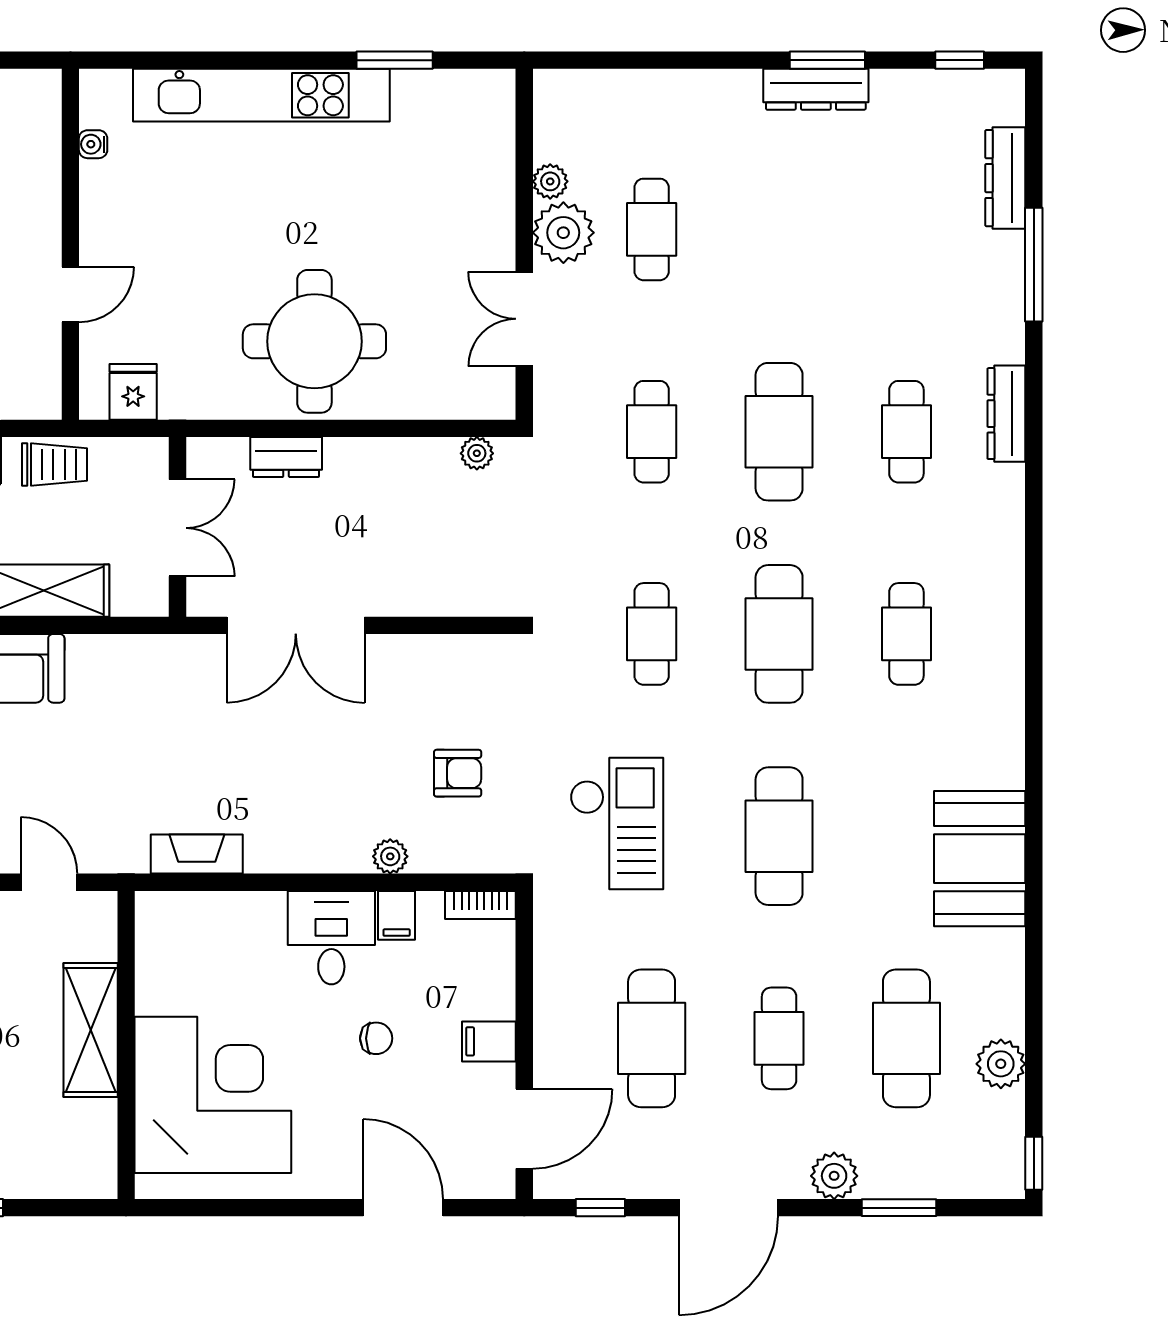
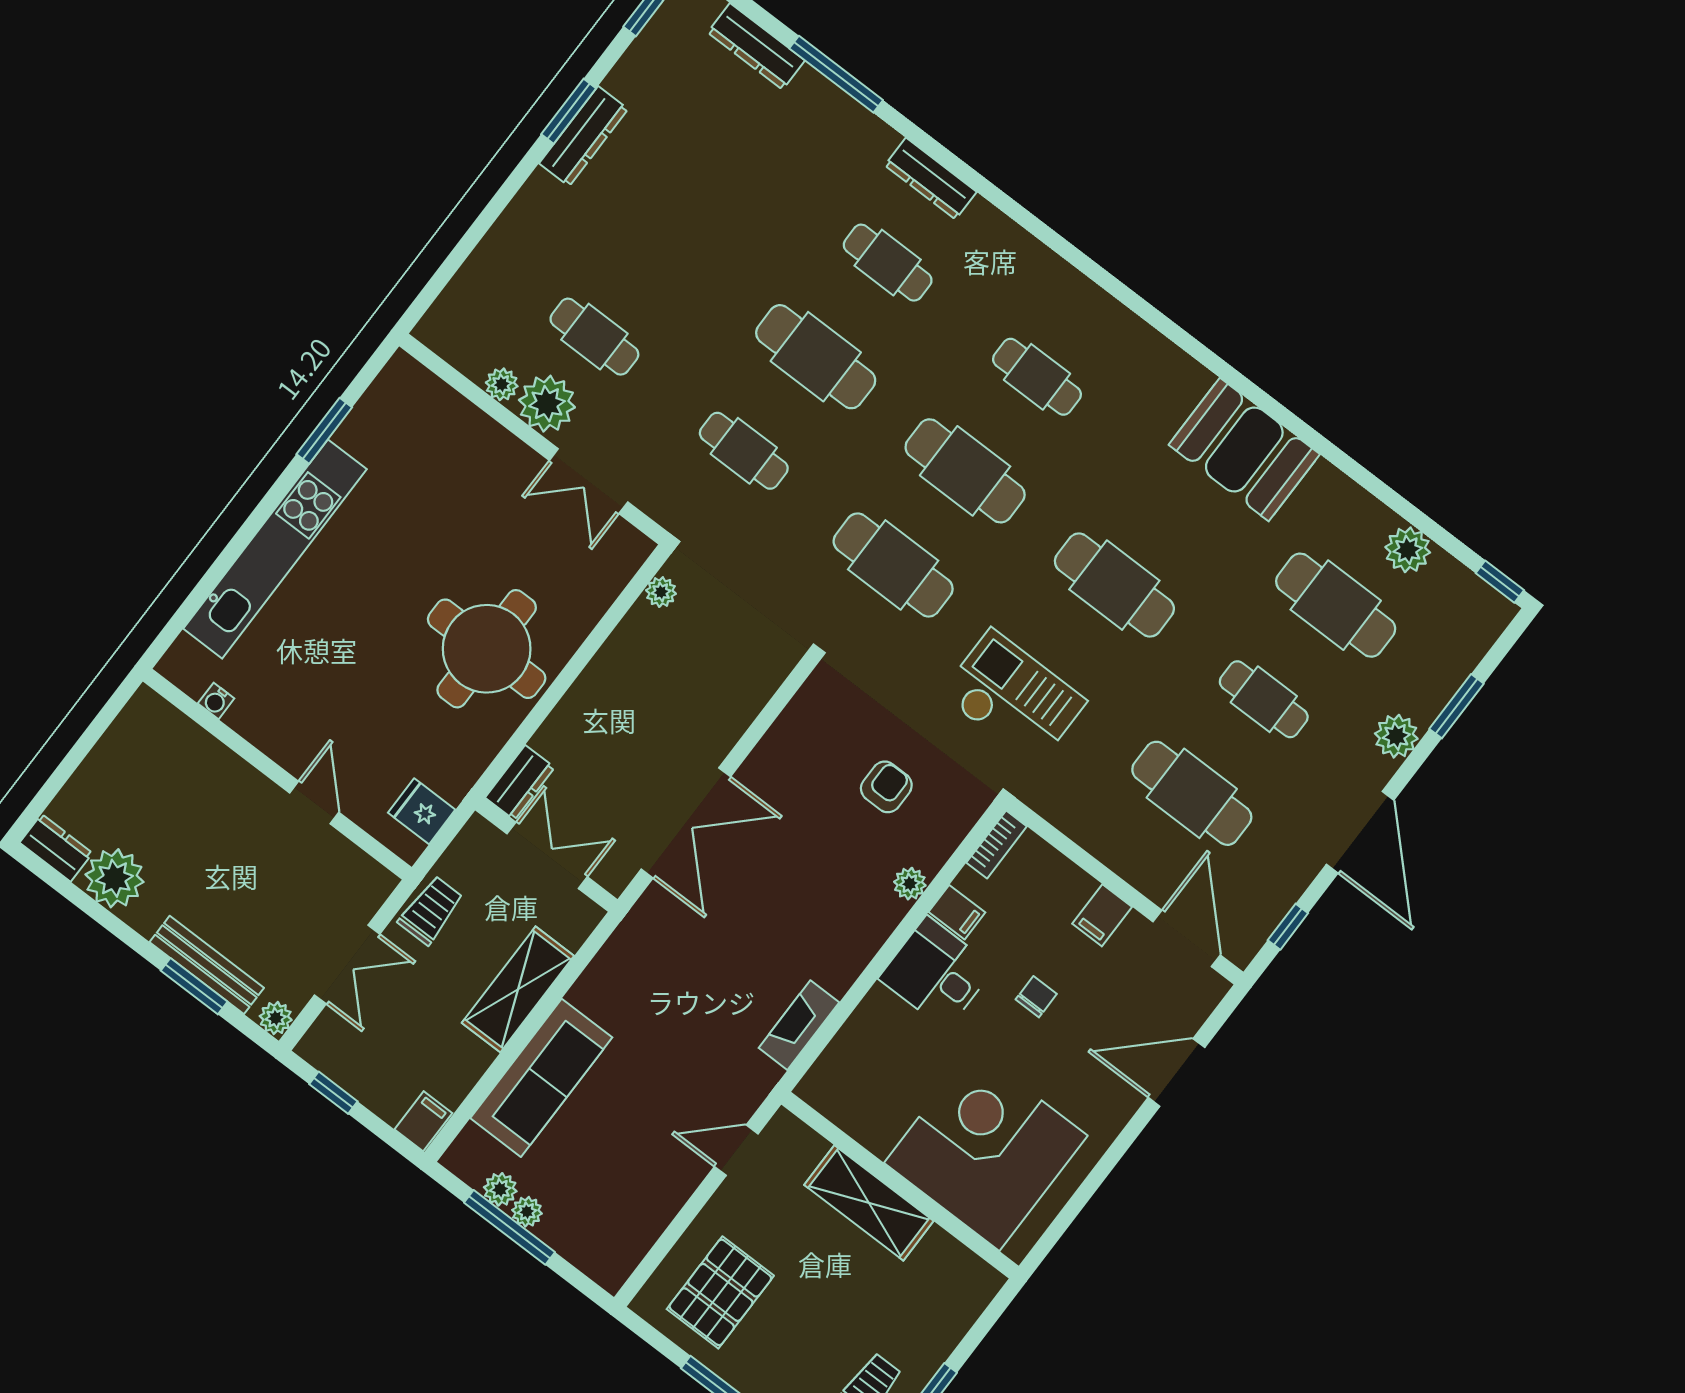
dresser: (286, 457) -> (520, 783), moved
cafe table: (652, 634) -> (893, 565), width x1.37, depth x1.35

